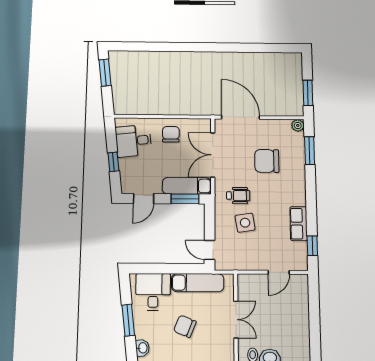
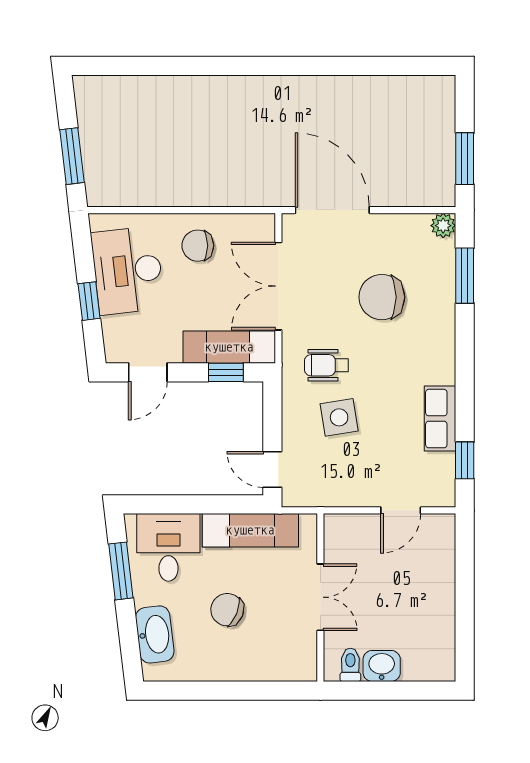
window: (105, 73) -> (72, 156), moved
chair: (171, 134) -> (198, 246), turned -90
desk: (133, 141) -> (128, 270), width x1.37
wheelchair: (238, 196) -> (326, 365), turned 180
window: (185, 199) -> (226, 372), width x0.67
window: (128, 320) -> (121, 571), moved
washbasin: (142, 348) -> (155, 634), width x1.91, depth x1.45

